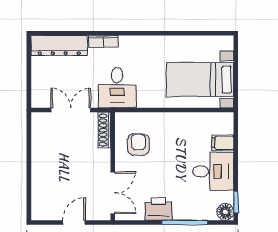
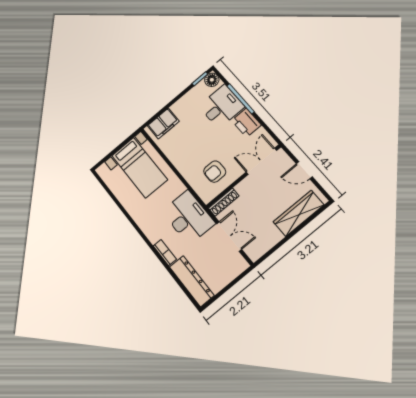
desk: (117, 88) -> (188, 217), width x1.37
double door: (71, 110) -> (229, 237), swing flipped
filing cabinet: (223, 143) -> (163, 123), width x2.00
desk: (213, 171) -> (222, 107), moved, turned 90
wardrobe: (42, 186) -> (299, 213), added

